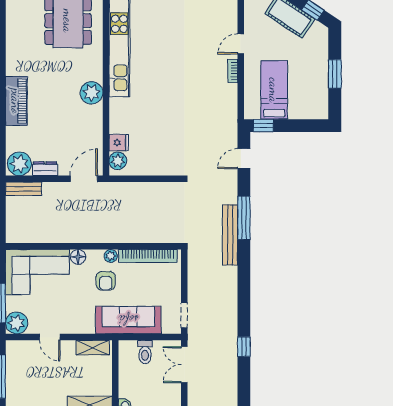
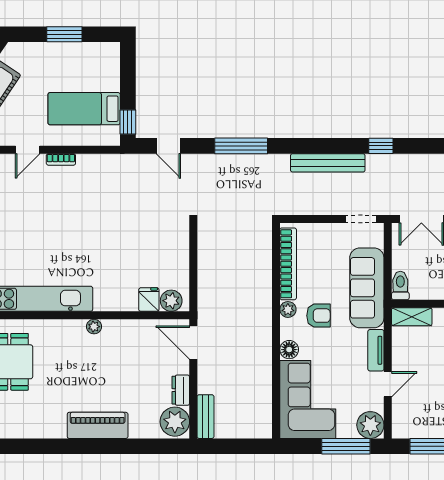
door: (241, 44) -> (28, 150), hinge flipped
plant: (92, 93) -> (94, 327), width x0.53, depth x0.53
bench: (230, 235) -> (328, 163), moved
tv unit: (77, 328) -> (376, 350), added
window: (244, 347) -> (381, 146), moved
shelving: (93, 348) -> (412, 317), moved, turned 90
toilet: (145, 352) -> (400, 286), moved, turned -90

